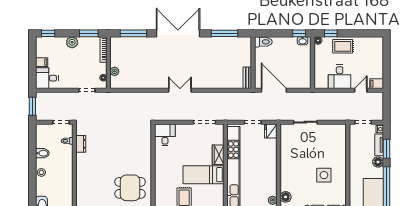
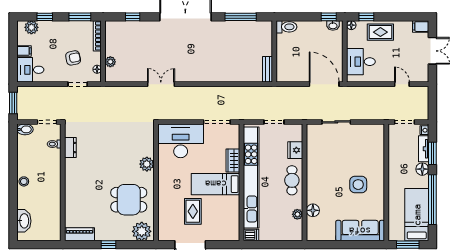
window: (48, 33) -> (45, 17), moved
window: (133, 33) -> (133, 17), width x0.46
plant: (72, 42) -> (31, 27), moved
double door: (387, 62) -> (432, 51), added
armchair: (83, 68) -> (73, 58), added
desk: (340, 77) -> (361, 62), moved, turned 90
filing cabinet: (377, 84) -> (421, 27), moved
double door: (180, 90) -> (161, 84), moved
door: (274, 90) -> (324, 84), moved
door: (361, 90) -> (402, 84), hinge flipped
fridge: (271, 131) -> (295, 150), moved
desk: (165, 135) -> (181, 141), width x1.87, depth x1.30
bidet: (42, 153) -> (25, 129), moved
plant: (145, 158) -> (147, 164), added
cafe table: (268, 171) -> (292, 180), added

